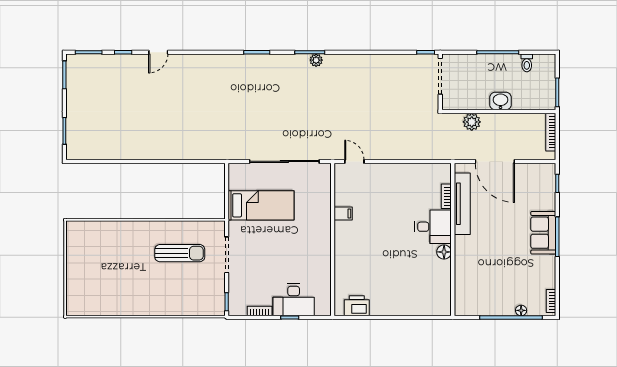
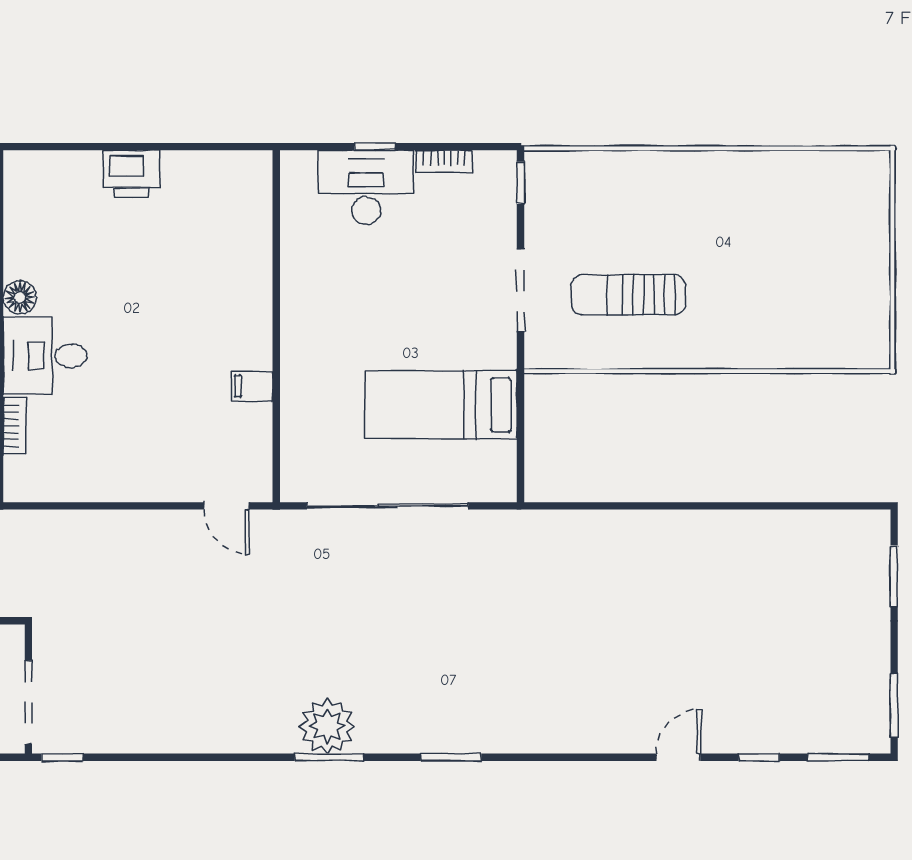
plant: (316, 60) -> (327, 726), width x1.87, depth x1.87
printer: (357, 306) -> (132, 174), moved

